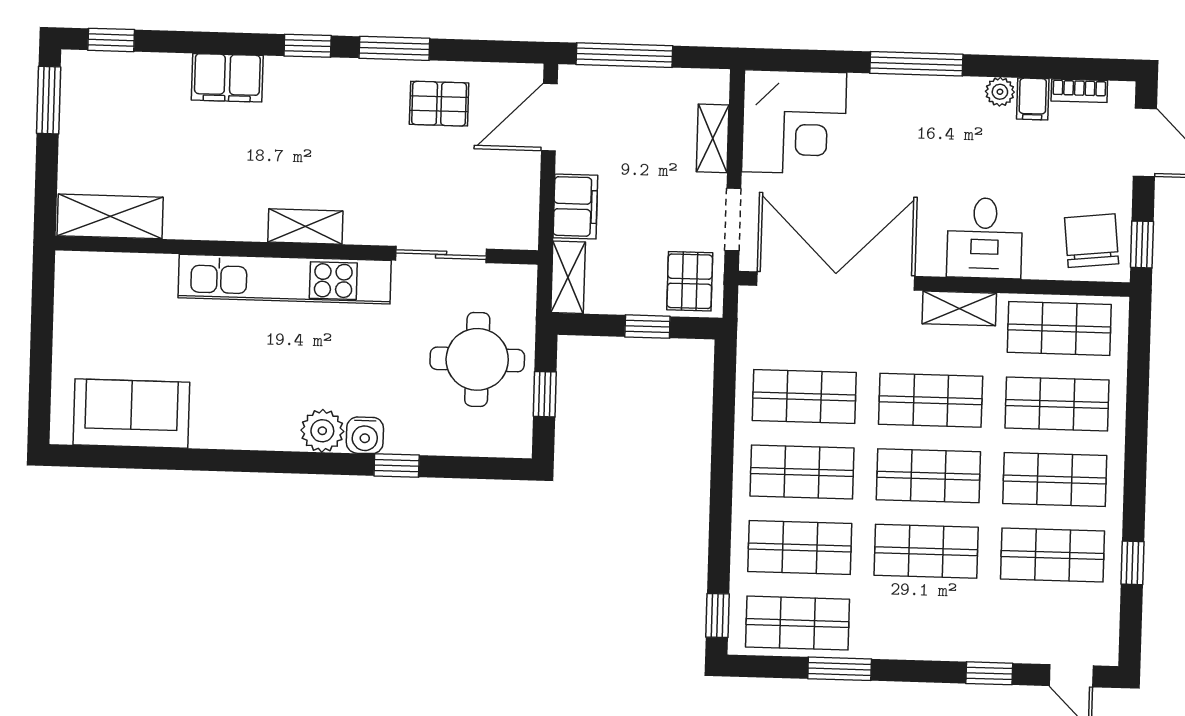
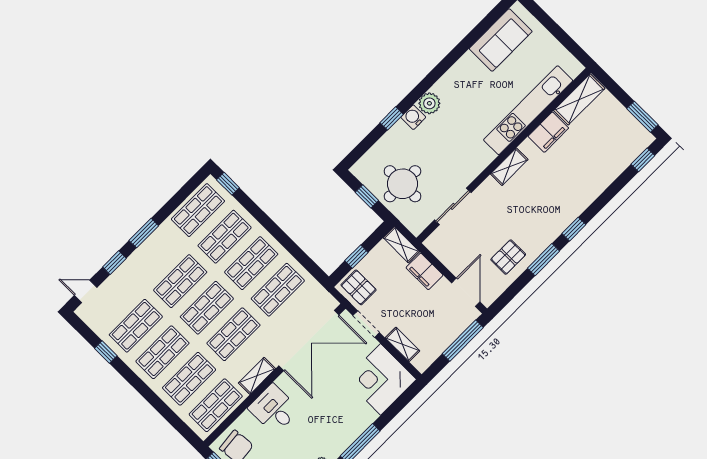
filing cabinet: (227, 78) -> (548, 132), moved, turned 180
kitchen unit: (285, 279) -> (528, 110), moved
window: (840, 669) -> (144, 233), moved

